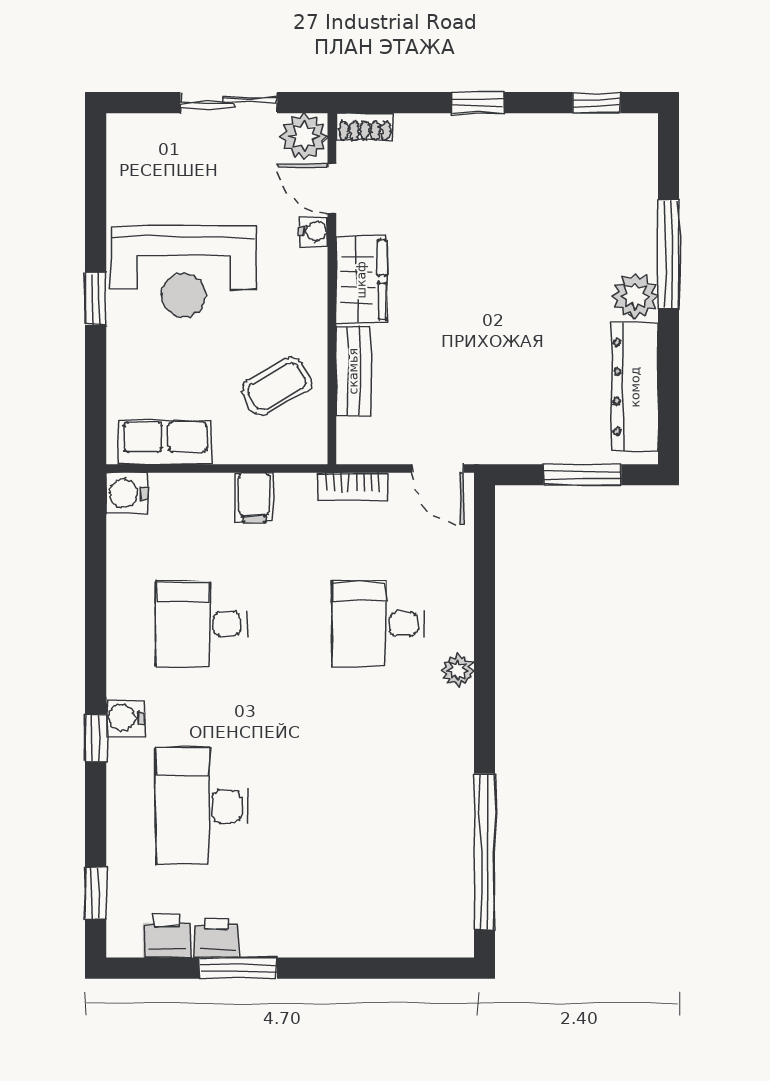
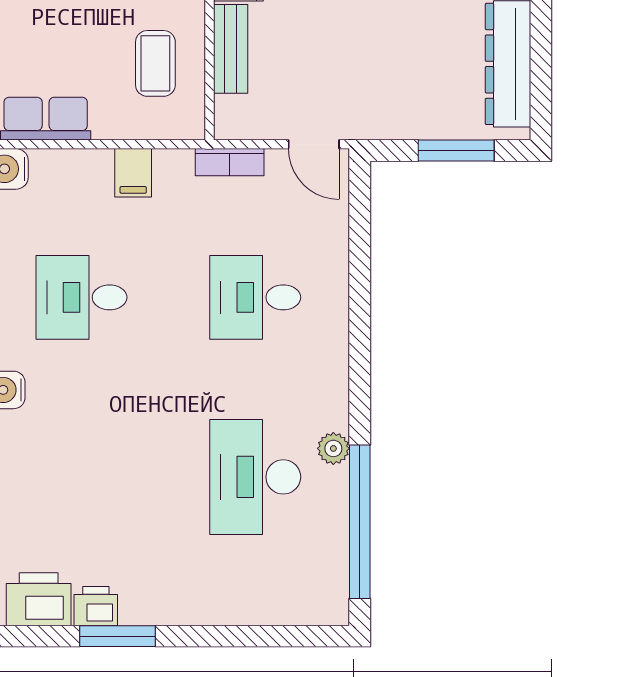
coffee table: (277, 386) -> (155, 63), turned -61
plant: (458, 670) -> (333, 448), moved
desk: (202, 806) -> (255, 477), moved
printer: (167, 936) -> (39, 599), width x1.36, depth x1.24

